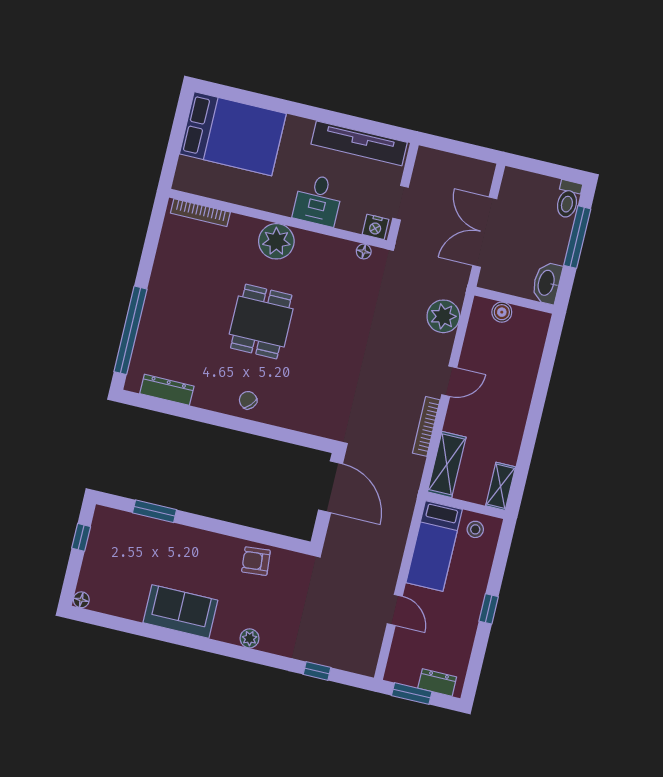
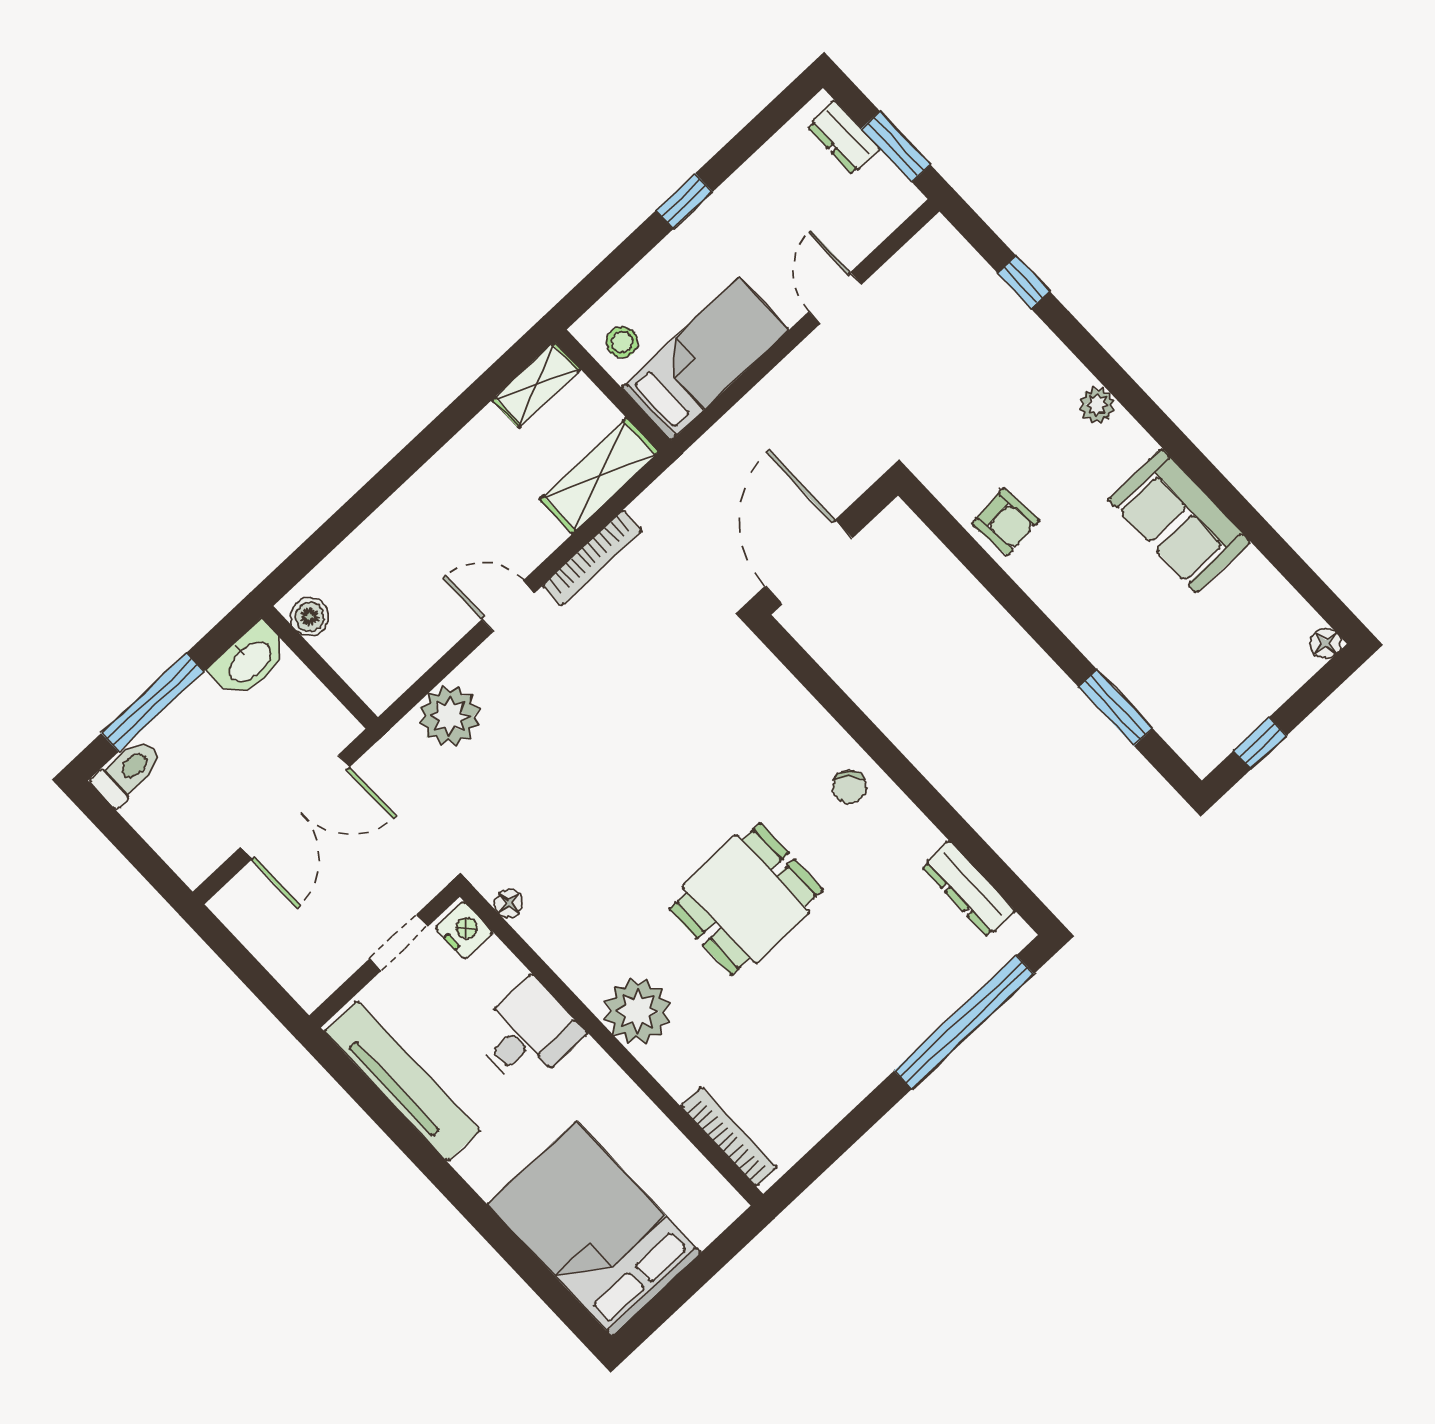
boiler: (502, 312) -> (309, 617), moved

